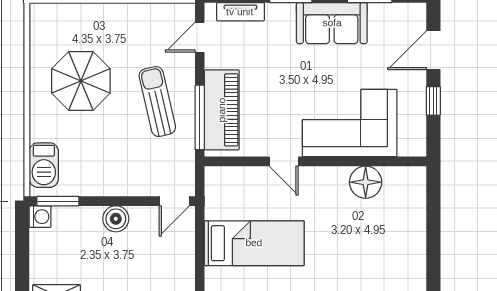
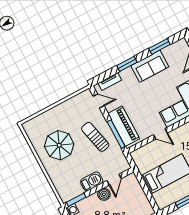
door: (200, 37) -> (99, 101), swing flipped
barbecue: (44, 165) -> (92, 181), moved, turned -90
door: (174, 201) -> (114, 180), moved

